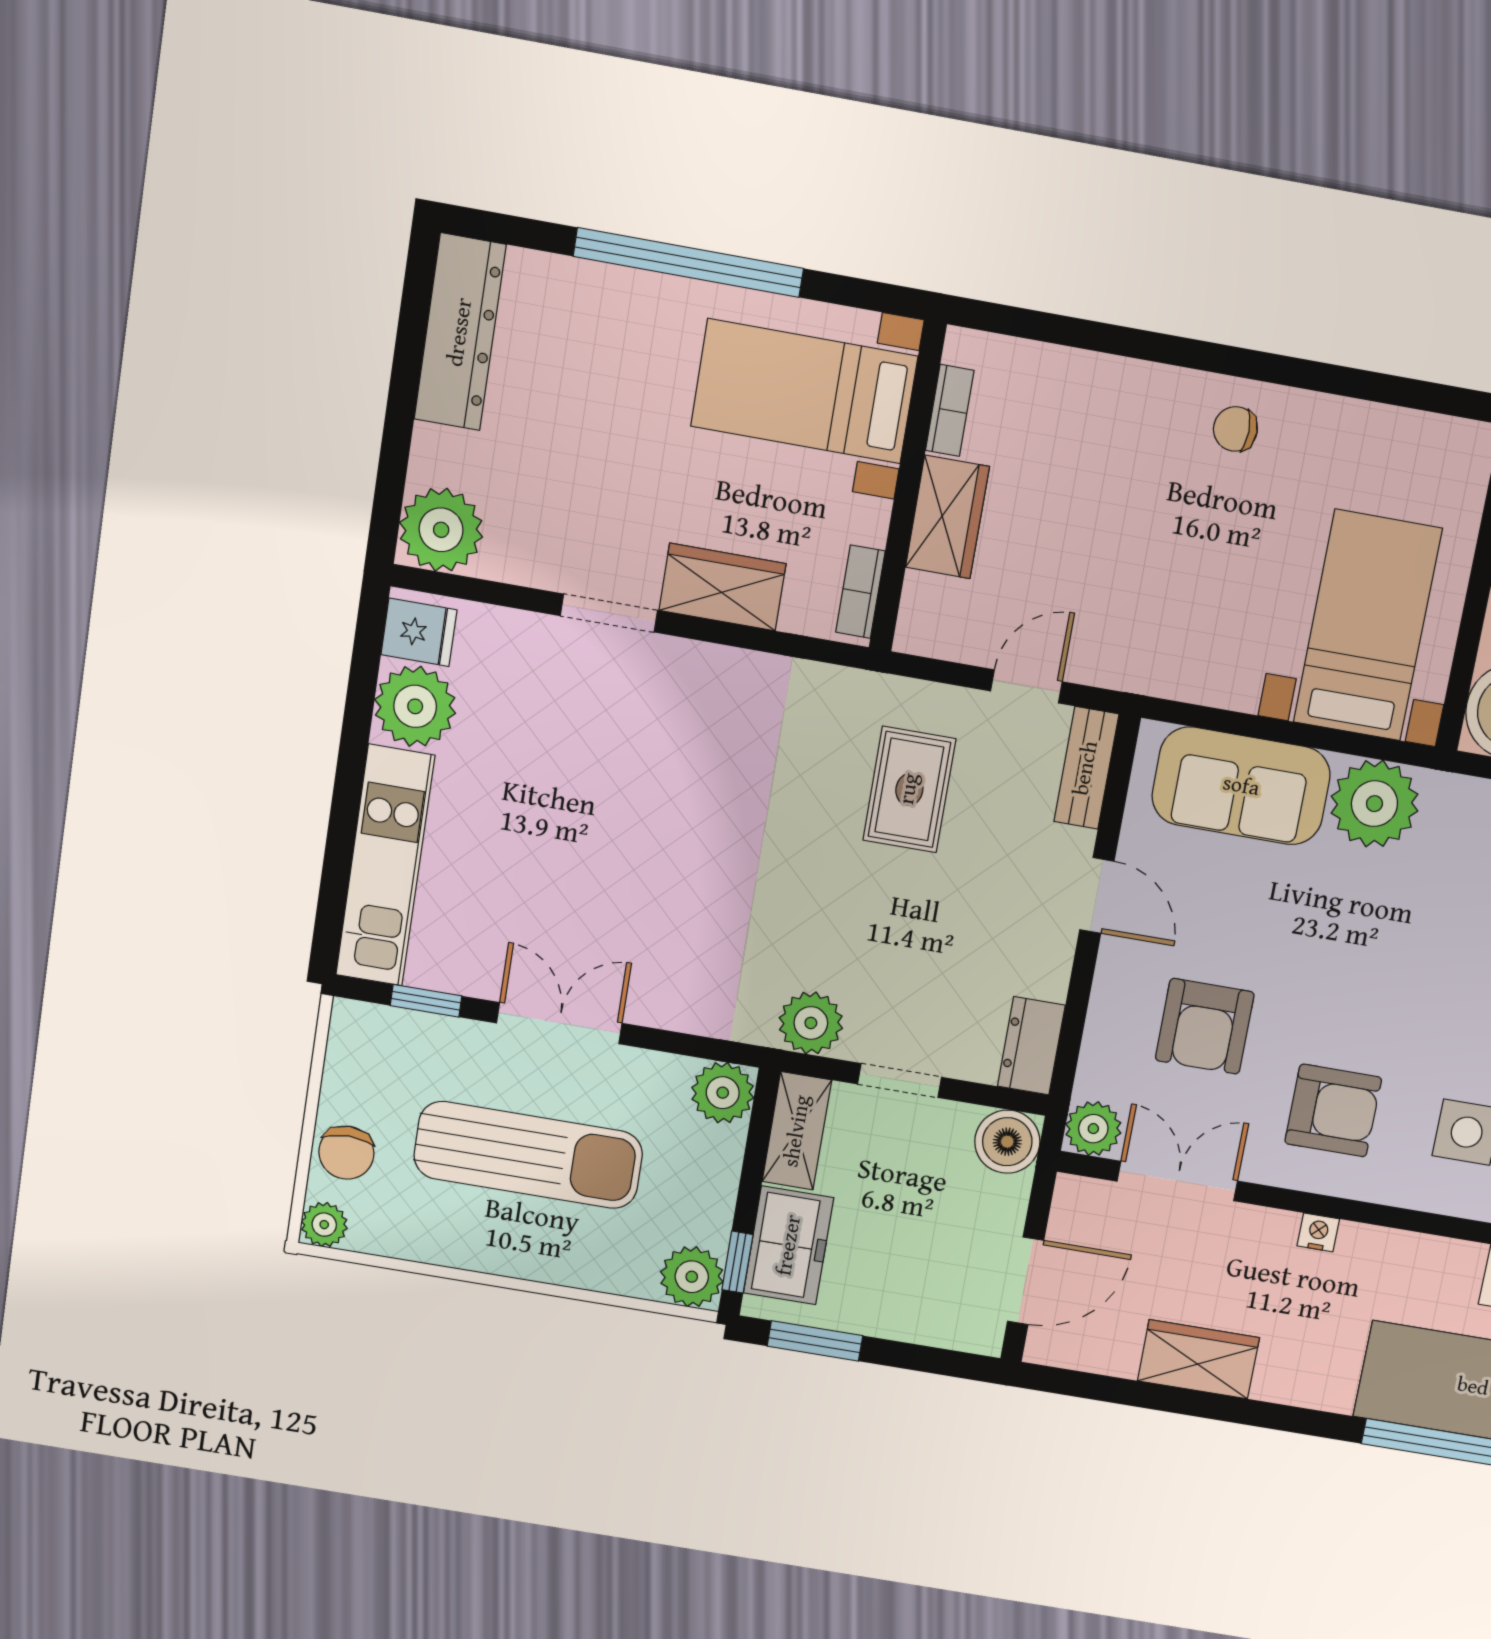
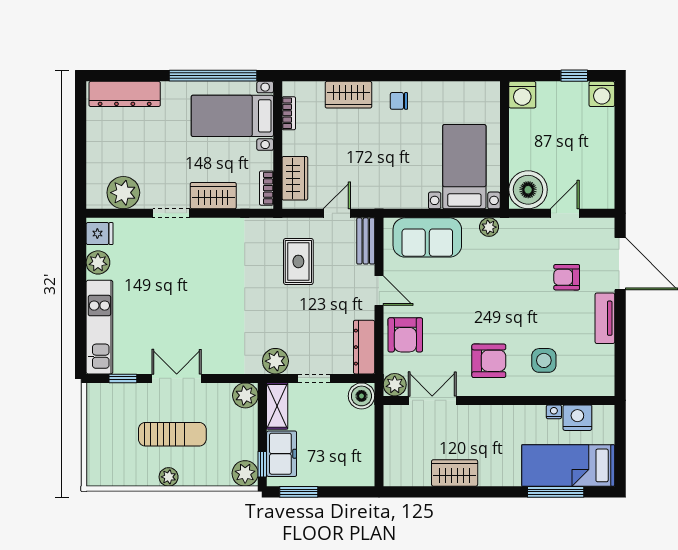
window: (688, 262) -> (213, 76), moved
dresser: (460, 332) -> (125, 94), moved, turned 90
wardrobe: (1110, 390) -> (348, 95), added
wardrobe: (947, 517) -> (295, 178), moved
plant: (441, 530) -> (123, 193), moved
plant: (415, 706) -> (98, 262), width x0.73, depth x0.73
plant: (1374, 804) -> (489, 227), width x0.53, depth x0.53
armchair: (1205, 1026) -> (405, 335), moved
dresser: (1031, 1046) -> (364, 347), width x1.44
chair: (346, 1153) -> (100, 446), removed
sun lounger: (528, 1155) -> (172, 434), width x0.73, depth x0.75
plant: (324, 1225) -> (169, 477), moved
nightstand: (1318, 1232) -> (554, 412), moved
door: (1026, 1281) -> (379, 452), removed

